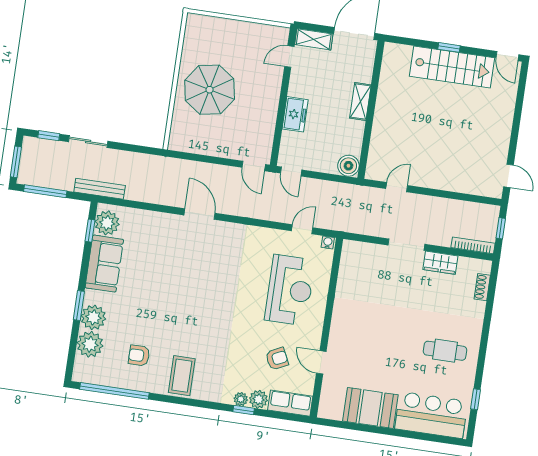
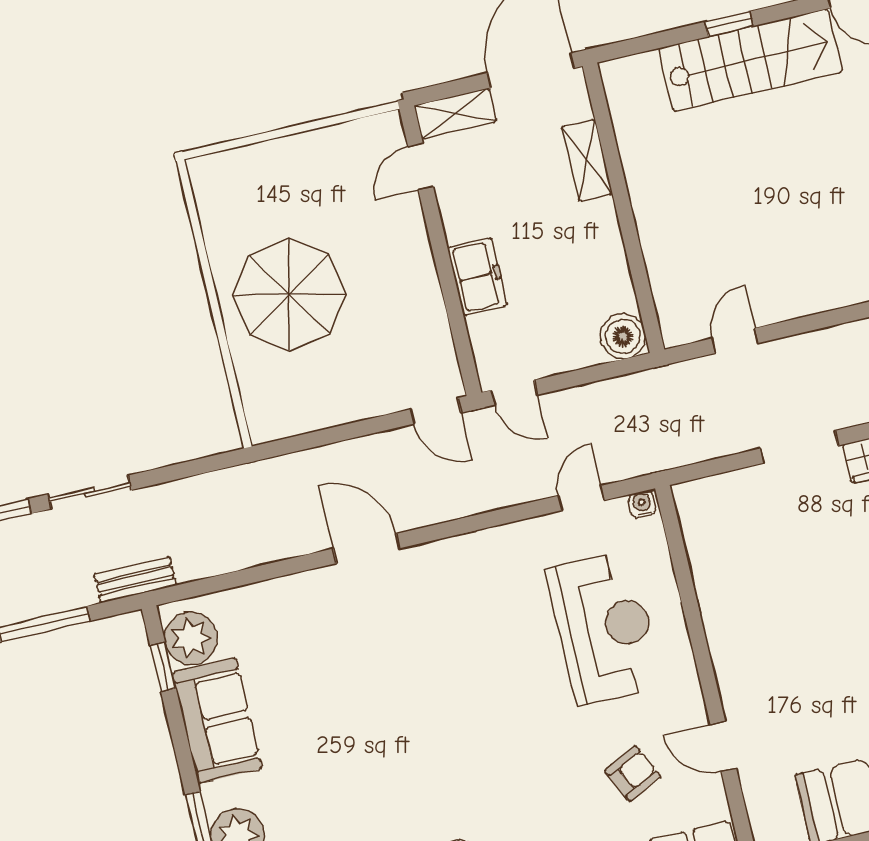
shelving: (360, 102) -> (587, 160), moved
bench: (100, 189) -> (135, 580), width x0.73

